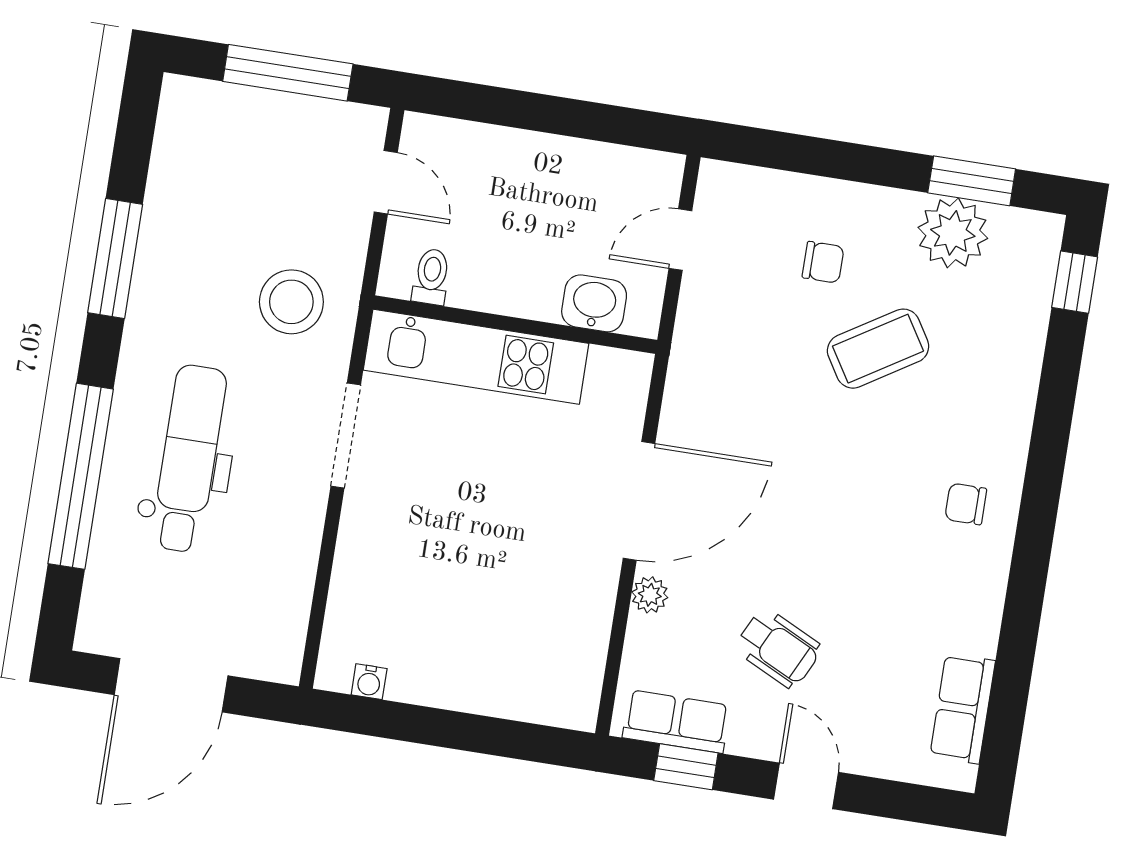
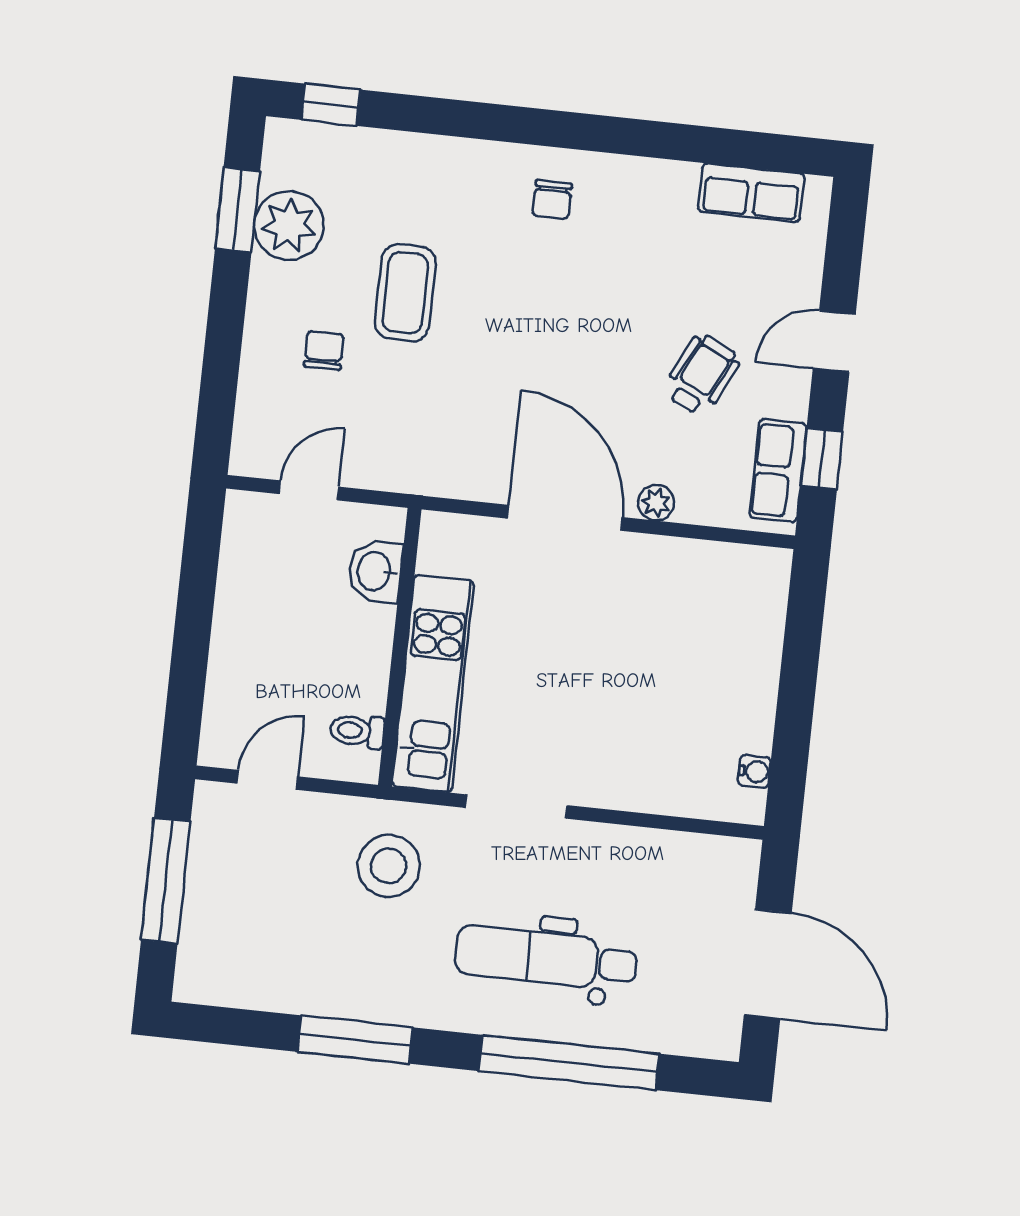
door: (680, 240) -> (309, 490), swing flipped
coffee table: (878, 349) -> (405, 293), turned 32

